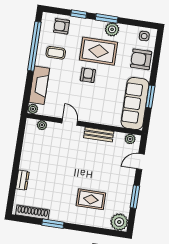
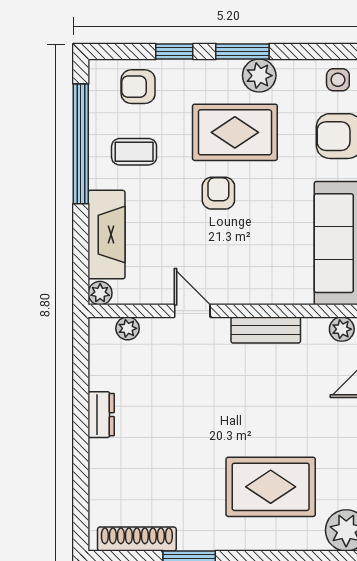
dresser: (22, 180) -> (101, 415), moved
rug: (91, 199) -> (271, 487), width x1.36, depth x1.43

